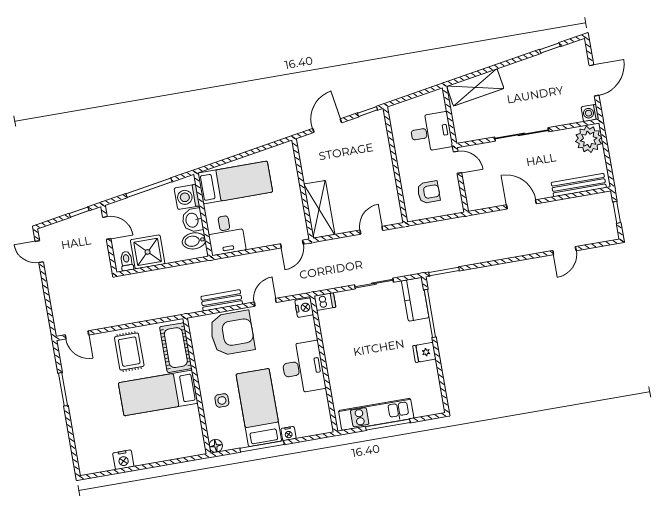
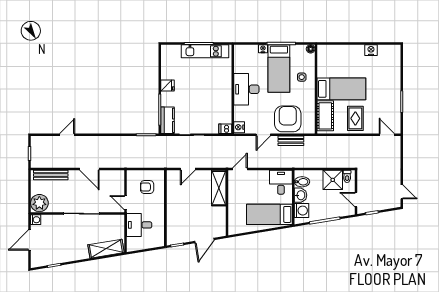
armchair: (232, 333) -> (288, 119), turned 90

